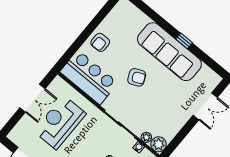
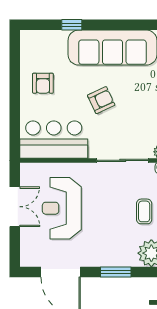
window: (184, 41) -> (72, 25), moved
armchair: (100, 42) -> (43, 83), moved

